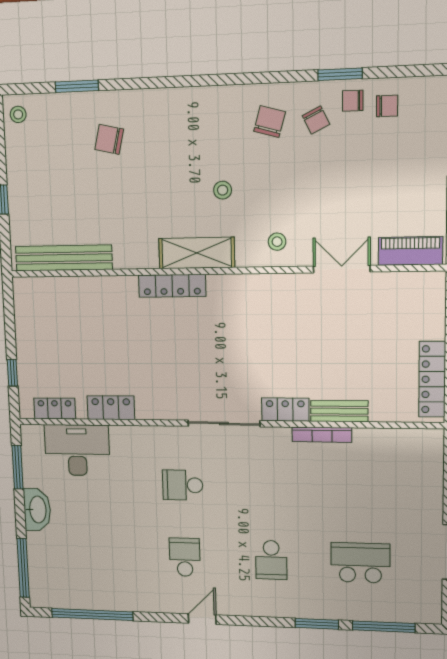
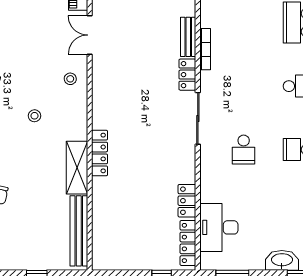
shelving: (197, 253) -> (77, 168), moved
locker: (55, 409) -> (188, 243), width x1.53
washbasin: (37, 510) -> (282, 260), moved

